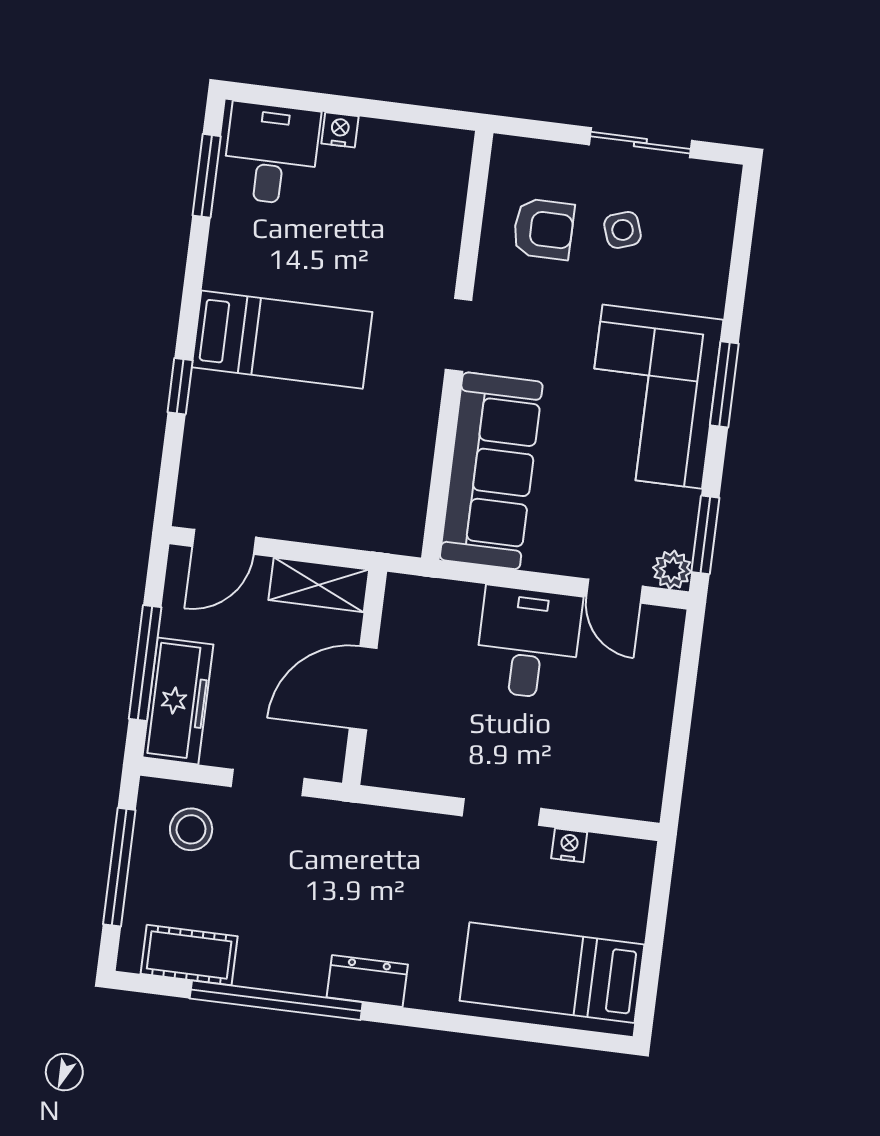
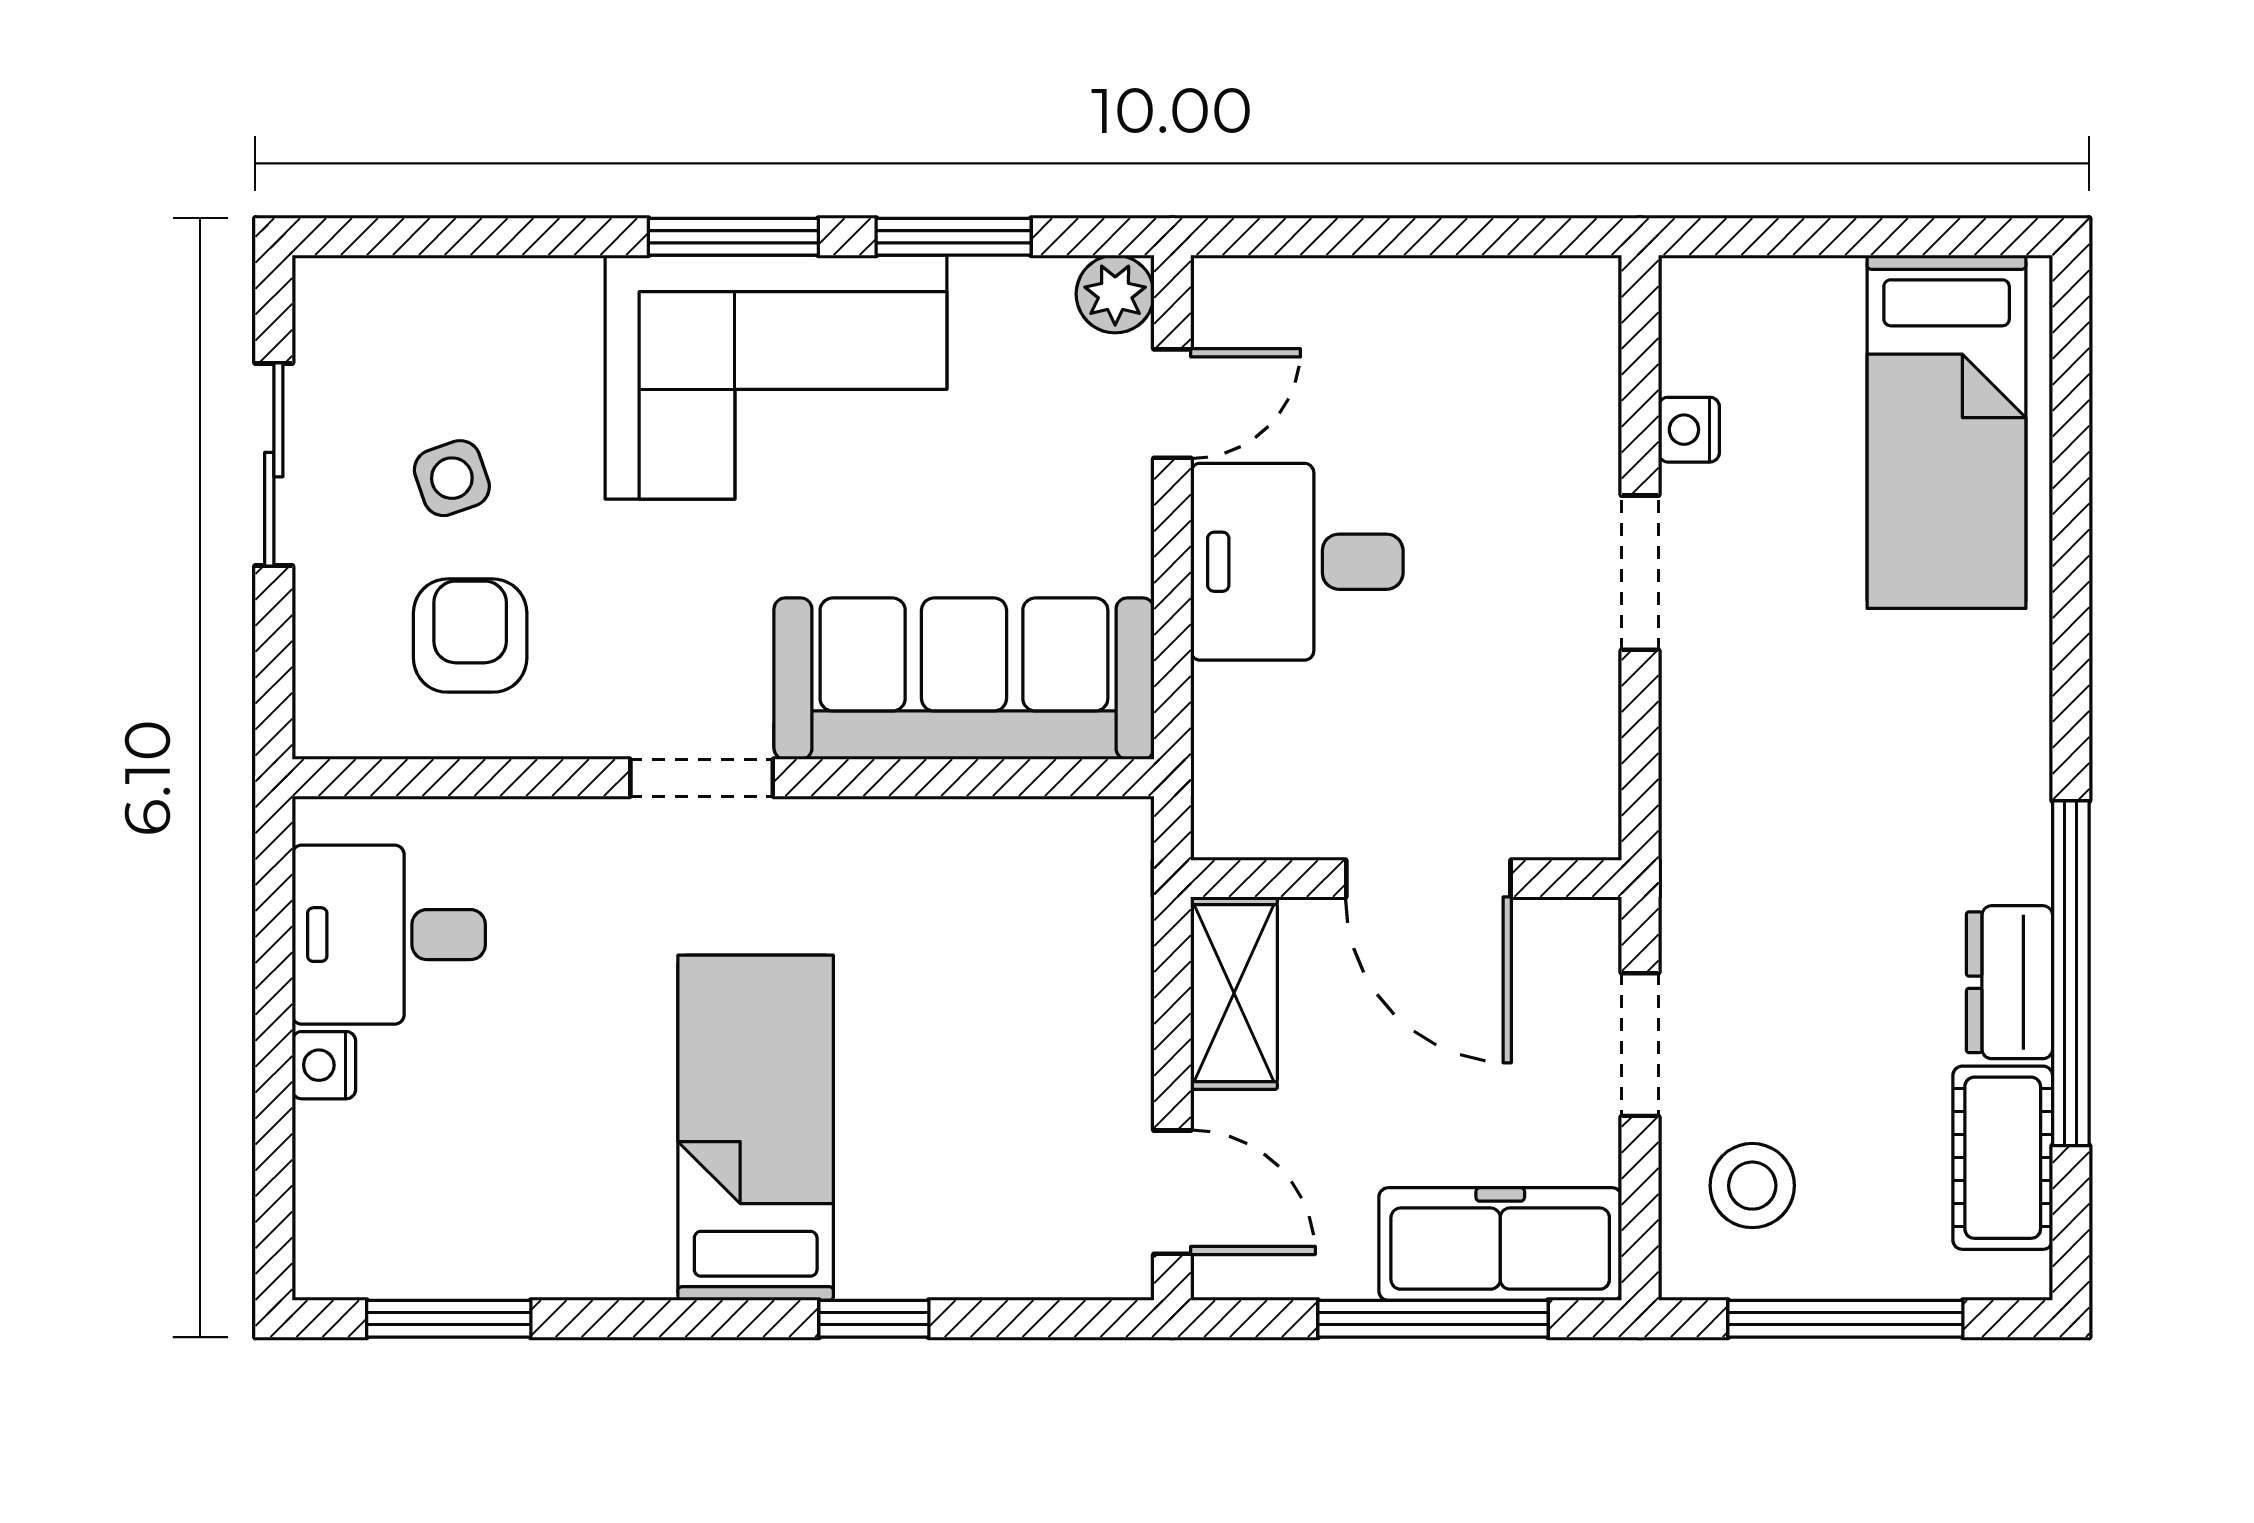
desk: (271, 154) -> (389, 935), moved
window: (705, 535) -> (954, 237), moved
dresser: (367, 981) -> (2010, 982), moved

